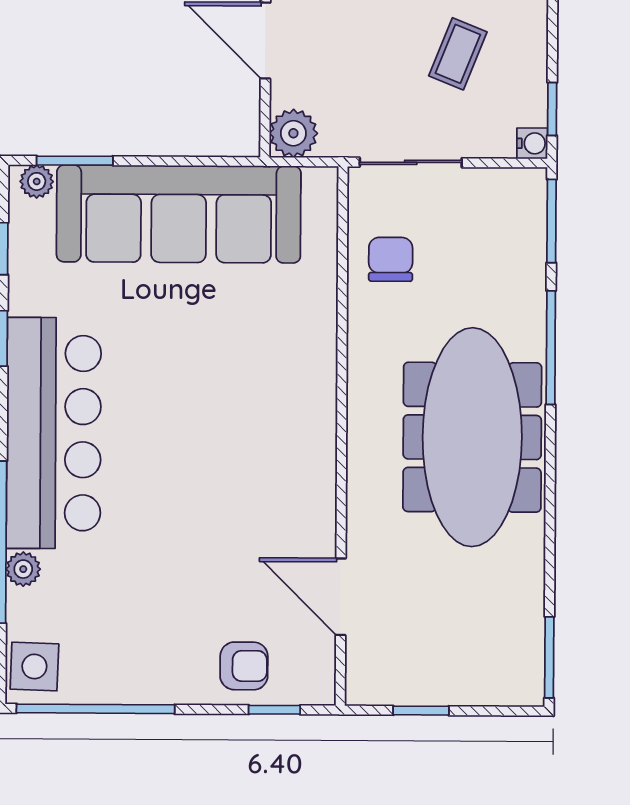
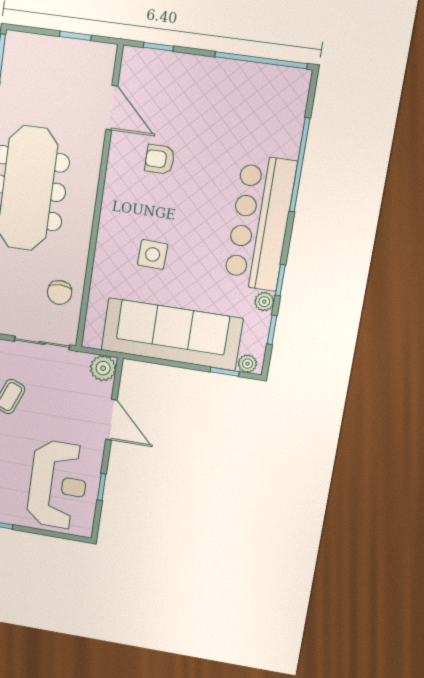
window: (75, 161) -> (225, 372), width x0.67
plant: (23, 569) -> (264, 302), moved
side table: (34, 666) -> (153, 254), moved
armchair: (244, 666) -> (160, 159), moved

